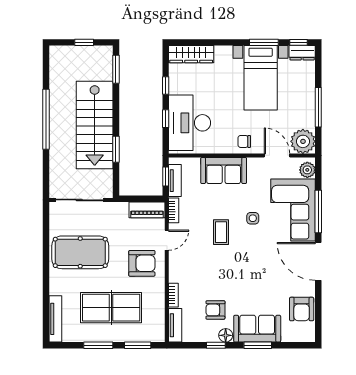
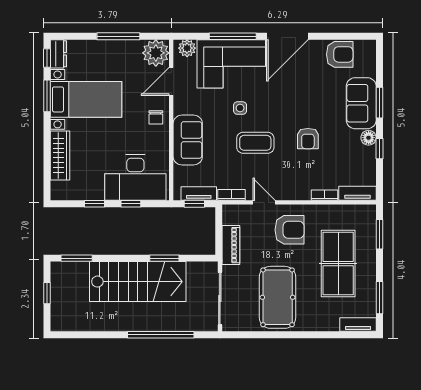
wardrobe: (191, 54) -> (60, 155), moved
window: (46, 119) -> (161, 335), moved
piano: (147, 210) -> (231, 245), moved
coffee table: (221, 232) -> (255, 143), width x1.36, depth x1.30
armchair: (142, 263) -> (290, 230), turned 90
armchair: (215, 310) -> (308, 139), moved
tv unit: (55, 319) -> (358, 325), width x0.71
window: (98, 345) -> (379, 298), moved

